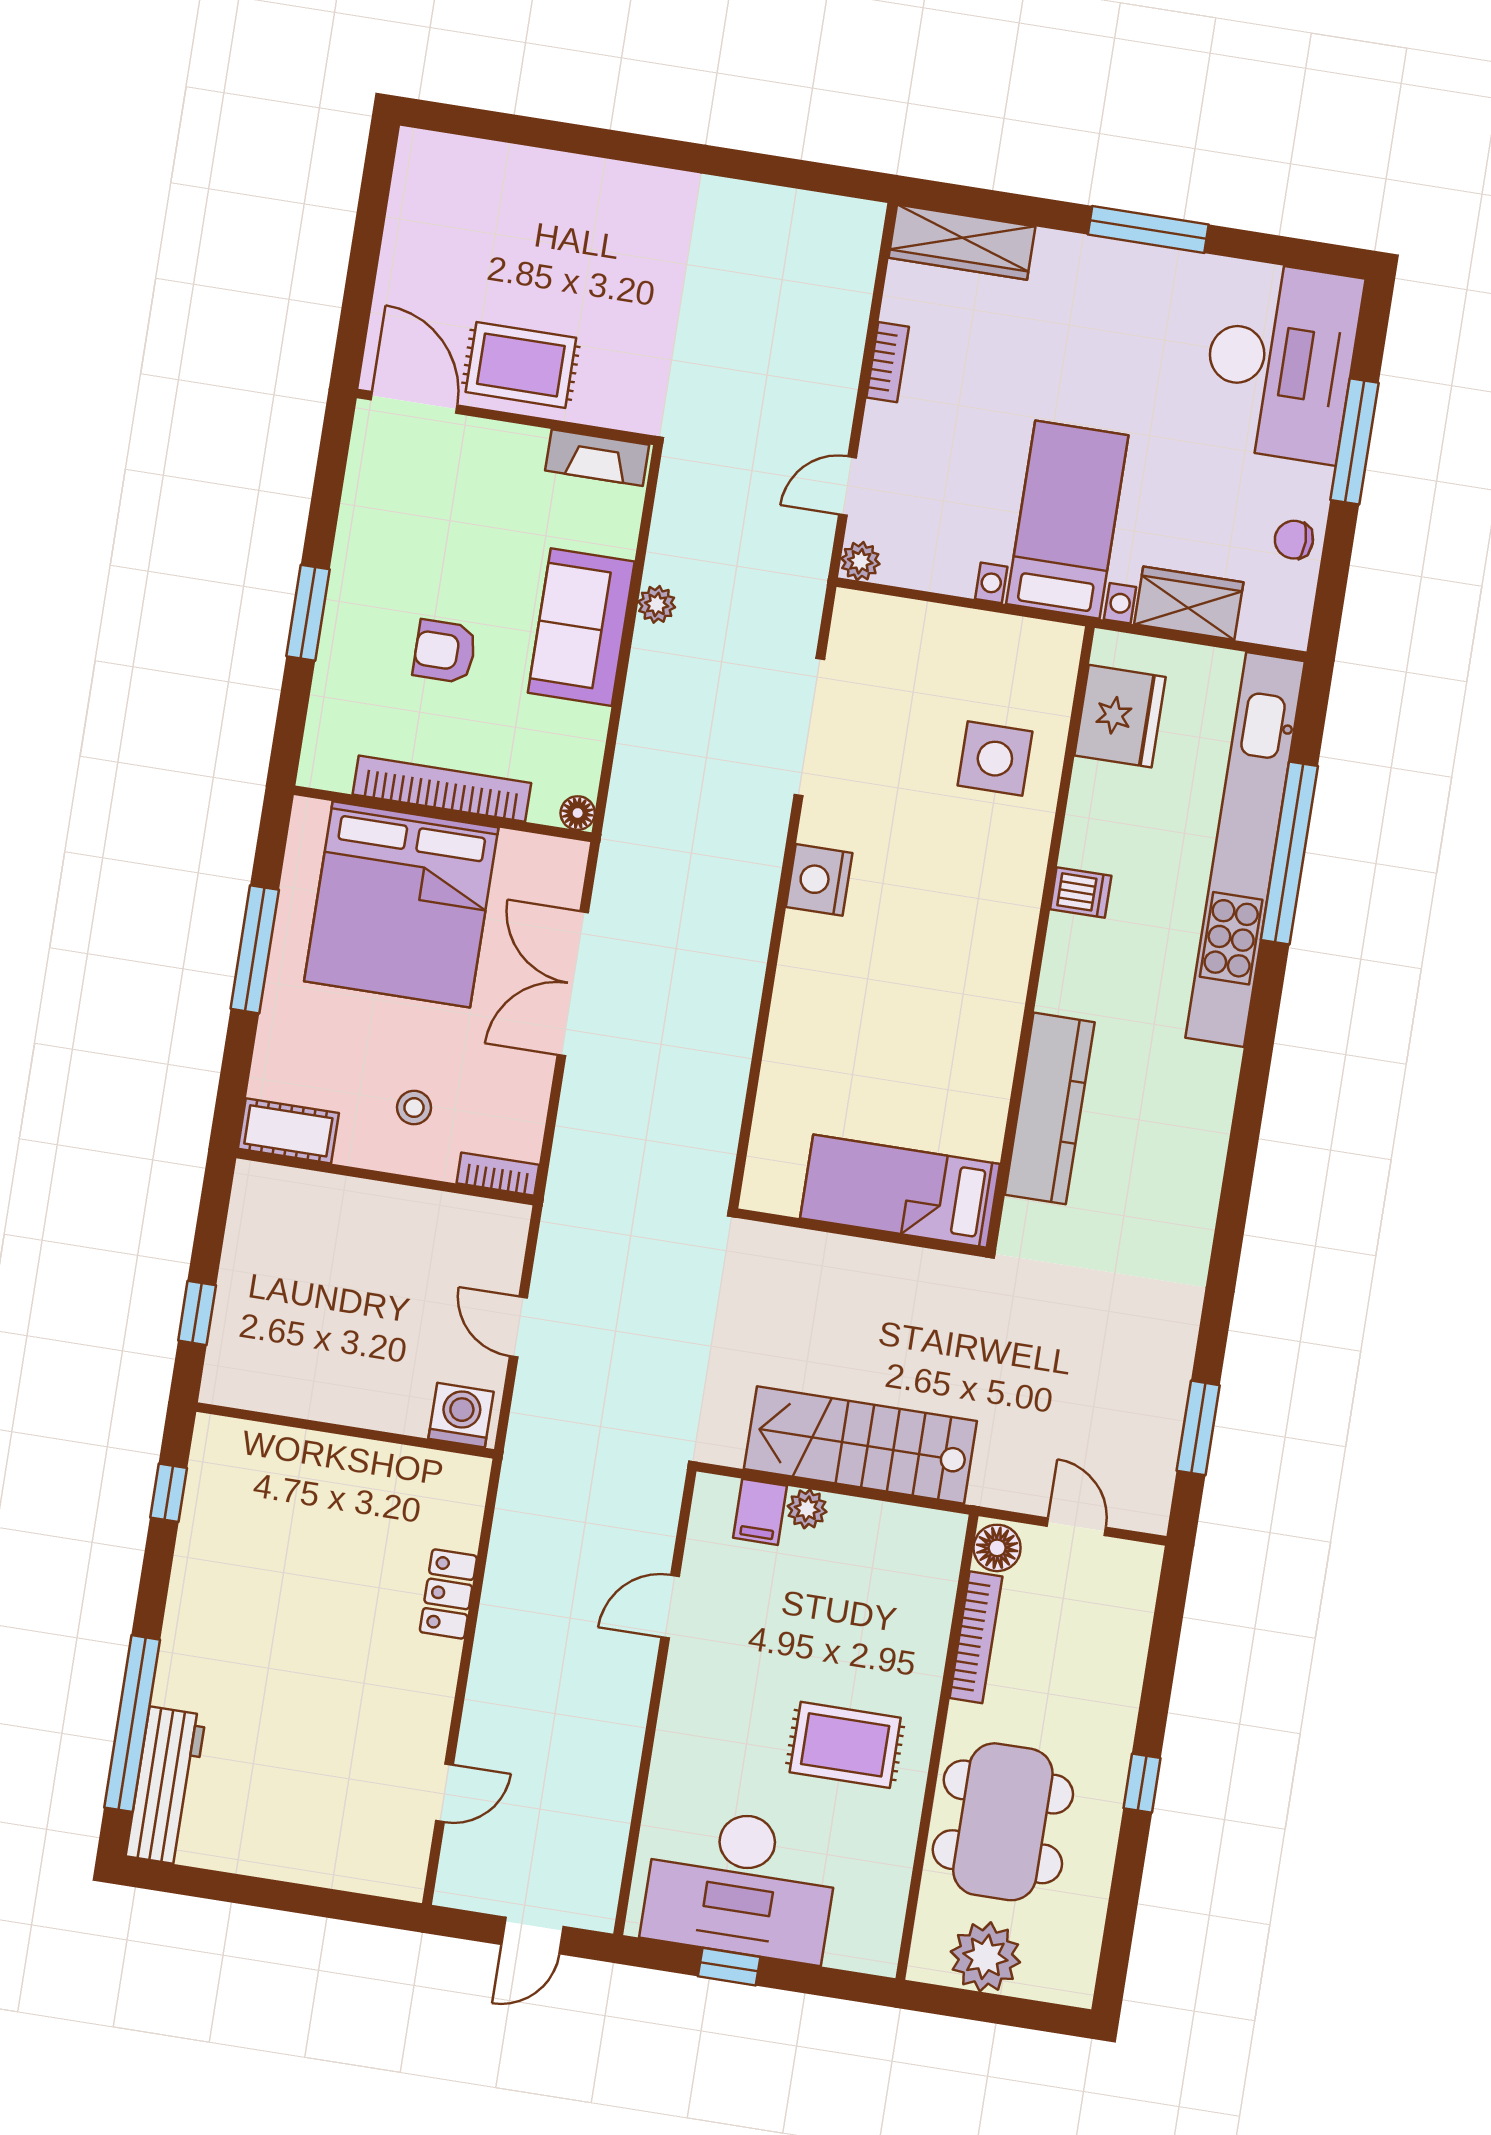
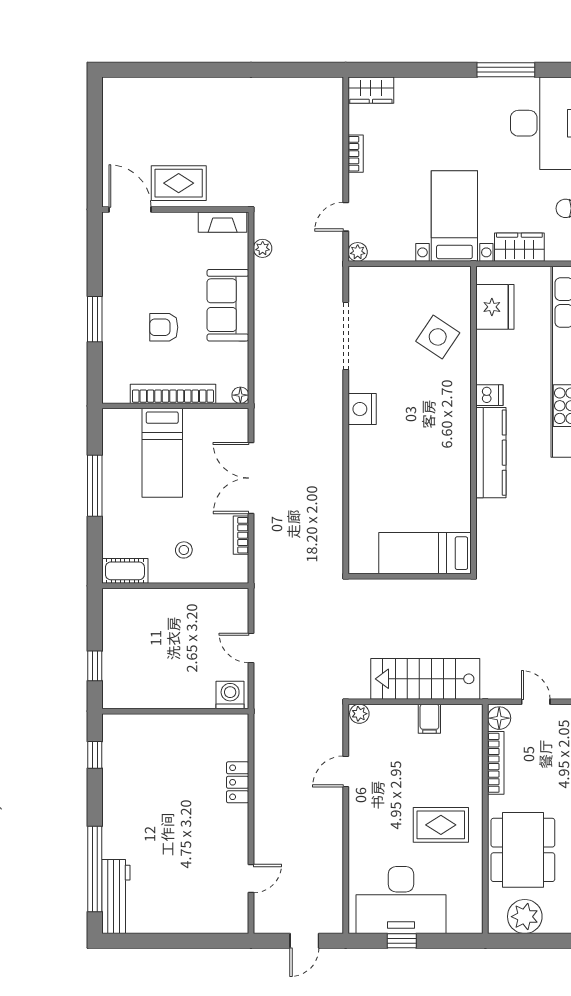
window: (1148, 230) -> (506, 70), moved
wardrobe: (962, 242) -> (371, 90), width x0.67
plant: (657, 604) -> (263, 248), moved
side table: (995, 759) -> (438, 337), turned 34
bed: (401, 904) -> (162, 453), width x0.49
kitchen counter: (1050, 1108) -> (491, 453), moved
bookcase: (498, 1174) -> (241, 535), moved, turned -90
plant: (807, 1509) -> (359, 714), moved
filing cabinet: (760, 1512) -> (429, 719), moved

